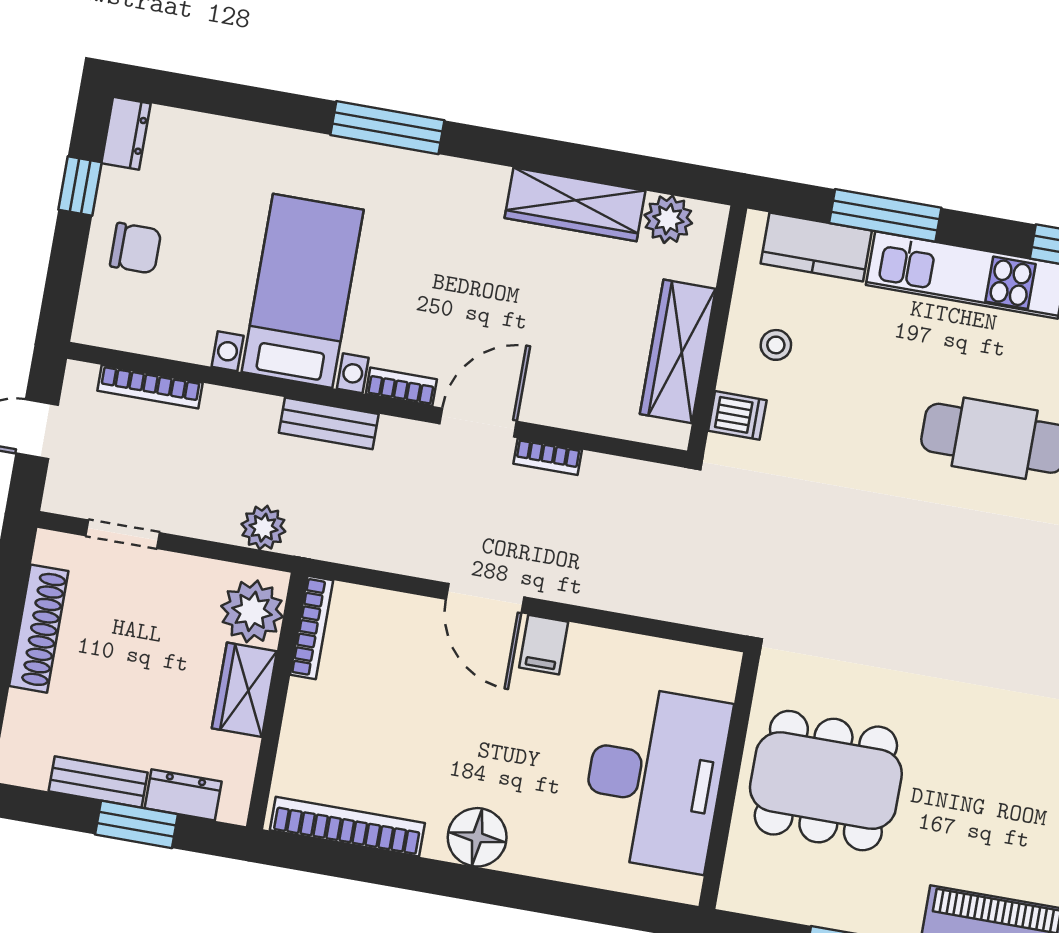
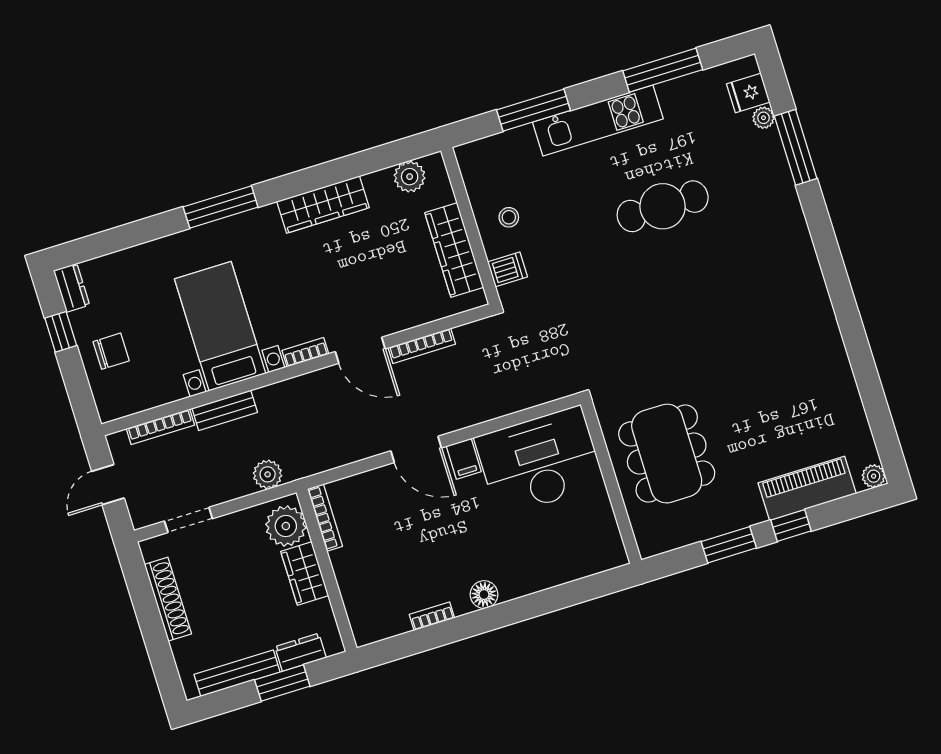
wardrobe: (575, 204) -> (323, 205), moved
kitchen counter: (816, 247) -> (503, 149), removed
bench: (329, 423) -> (225, 410), moved
door: (478, 423) -> (360, 350), swing flipped
bookcase: (548, 457) -> (422, 346), width x1.56
desk: (655, 778) -> (540, 461), moved, turned -90
dining table: (826, 781) -> (667, 454), turned 90
bench: (98, 782) -> (237, 673), width x1.36
bookcase: (347, 827) -> (432, 616), width x0.43, depth x0.76
floor lamp: (477, 837) -> (484, 594), width x0.73, depth x0.73

